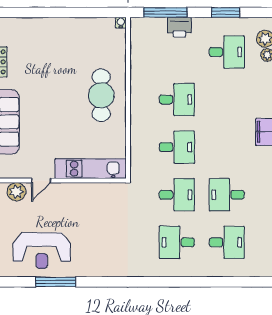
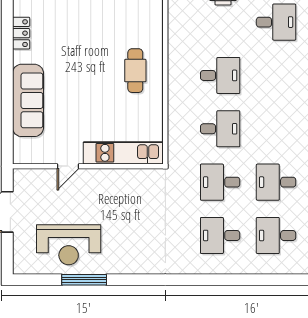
cafe table: (101, 95) -> (135, 71), width x0.73, depth x0.74
plant: (16, 192) -> (40, 179), removed
desk: (177, 195) -> (220, 182), turned 180
desk: (227, 242) -> (276, 235), turned 180

